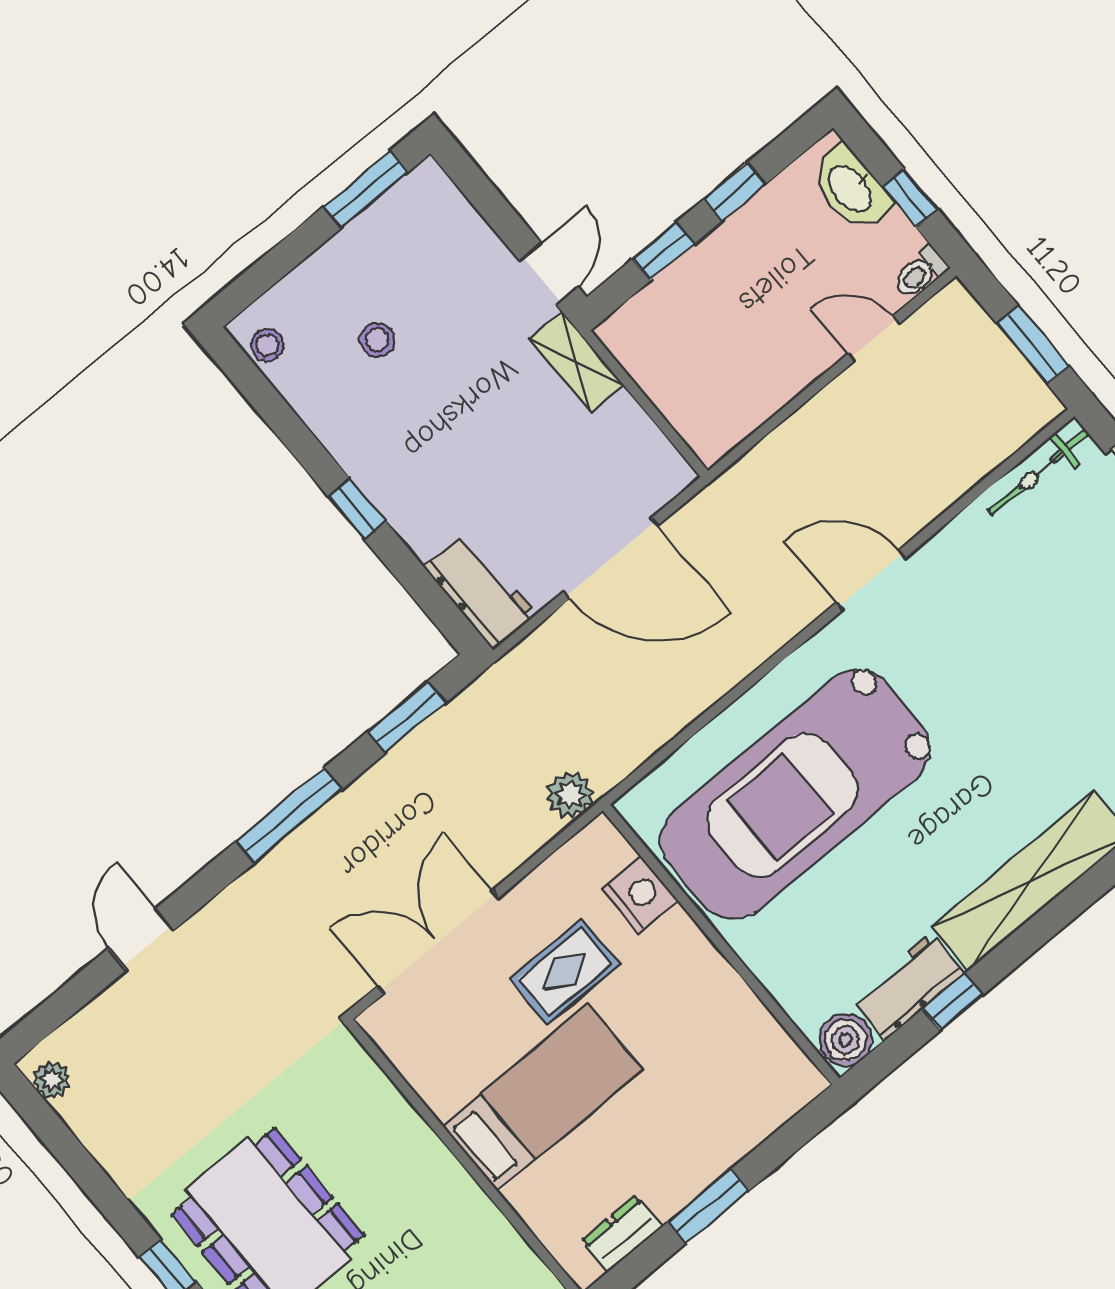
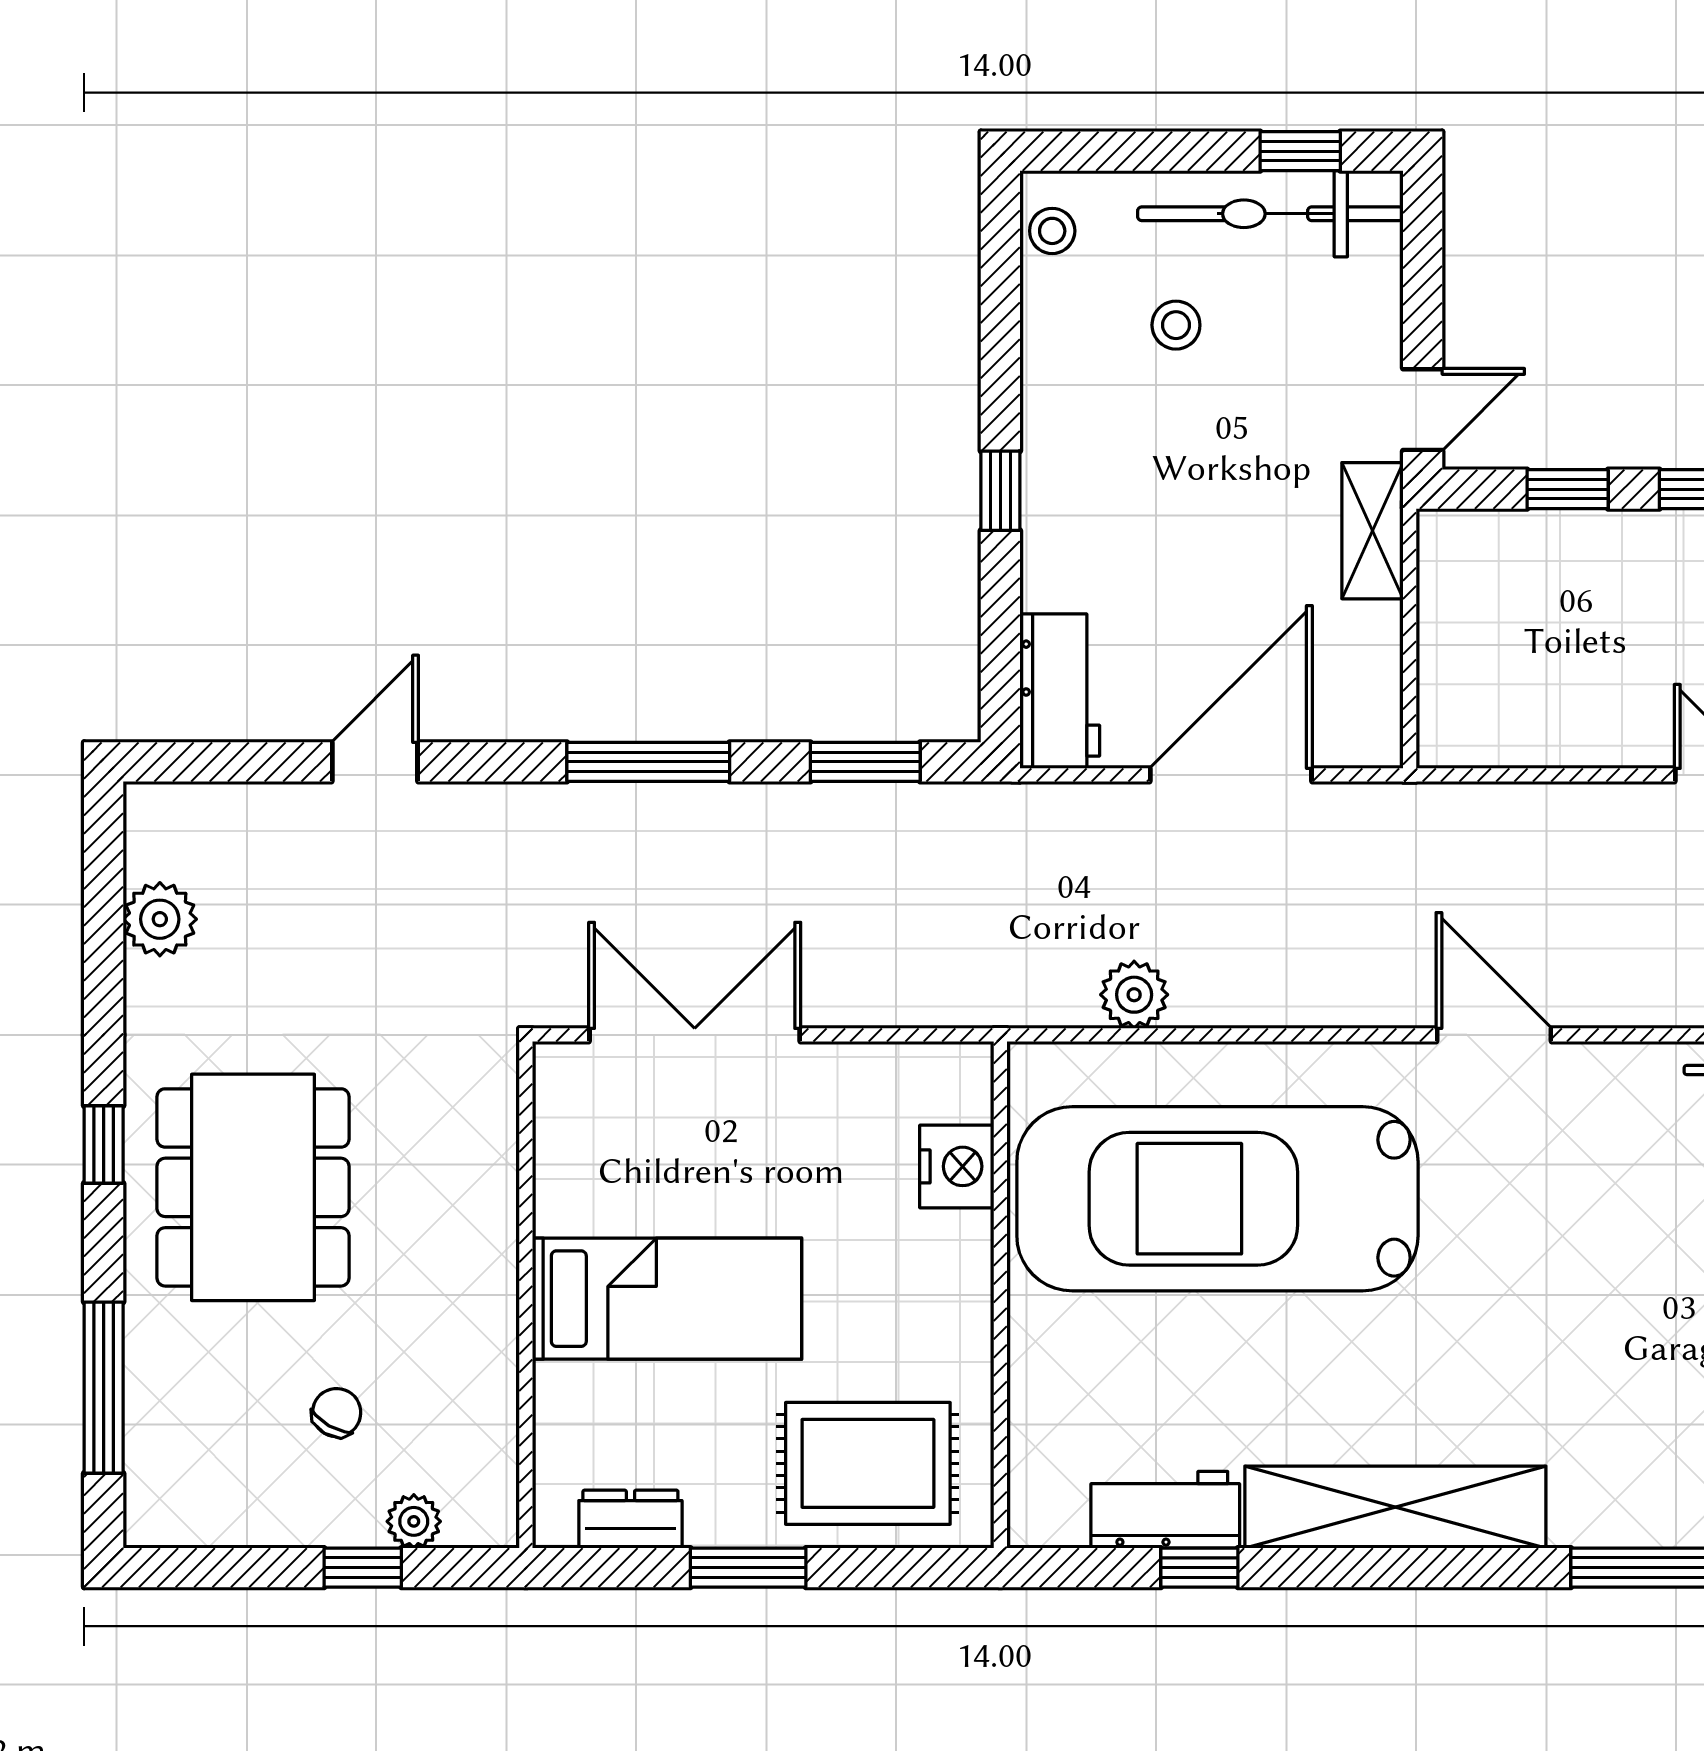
window: (366, 189) -> (1300, 151), width x0.67
bicycle: (378, 237) -> (1270, 214), added
door: (611, 559) -> (1231, 775), swing flipped
plant: (570, 795) -> (1134, 995), moved
rug: (565, 972) -> (868, 1463), moved, width x1.36, depth x1.43
boiler: (846, 1040) -> (1049, 1511), removed
plant: (52, 1080) -> (160, 919), moved, width x1.38, depth x1.38

